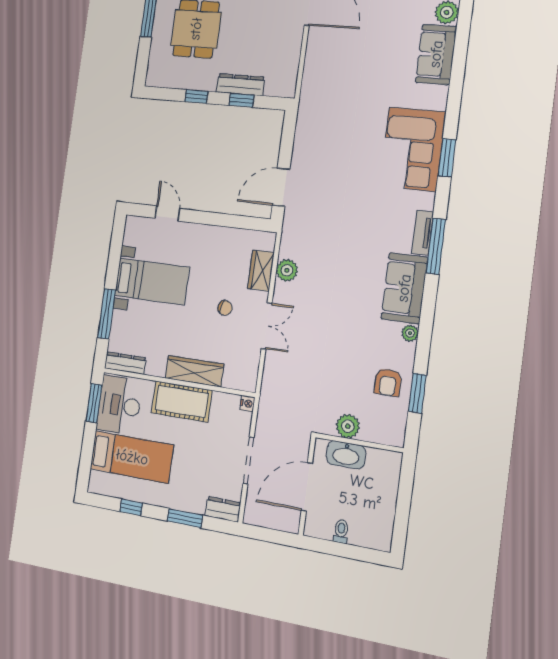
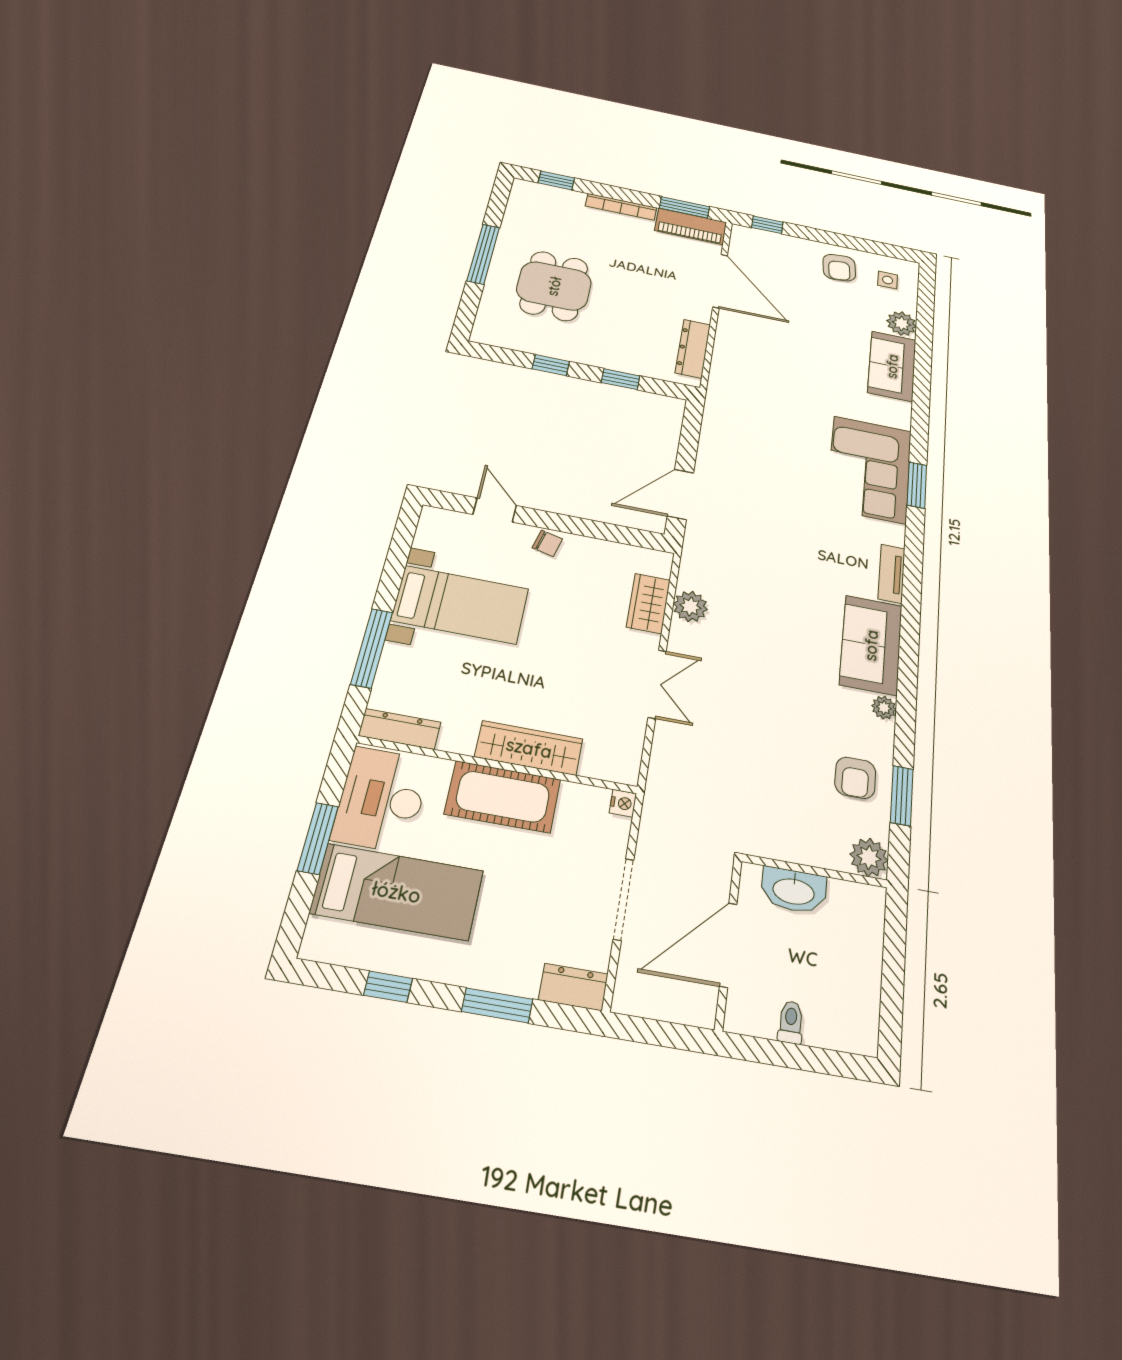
dresser: (240, 85) -> (693, 349), moved, turned -90
window: (436, 246) -> (912, 593), removed
chair: (225, 308) -> (547, 543), moved
window: (94, 403) -> (318, 838), moved
plant: (348, 426) -> (869, 857), moved

